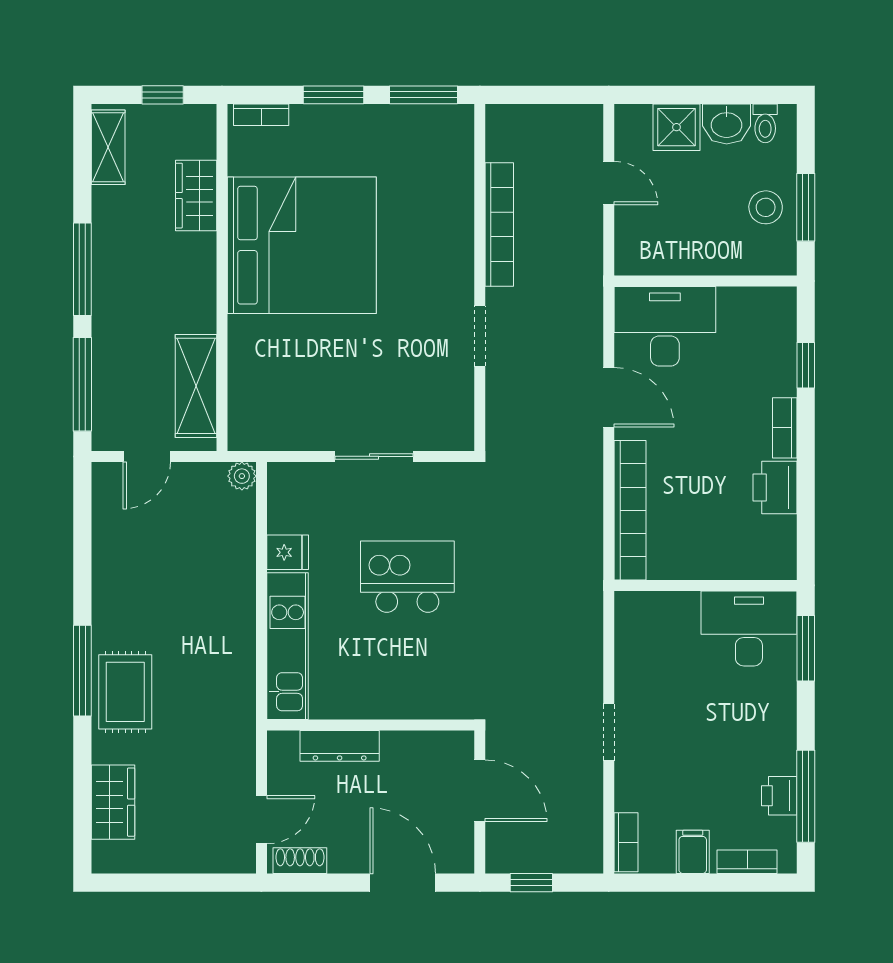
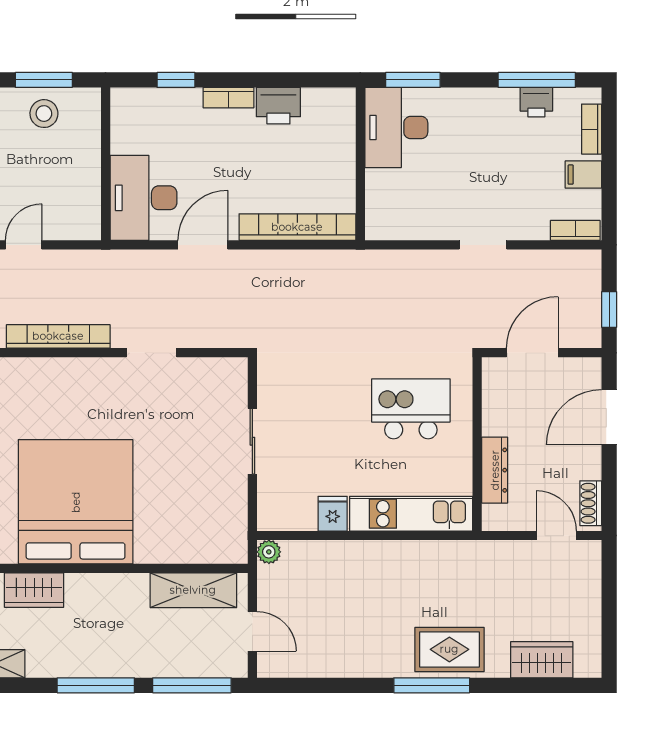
kitchen island: (407, 577) -> (411, 409), moved, turned 90

